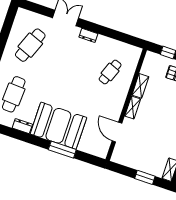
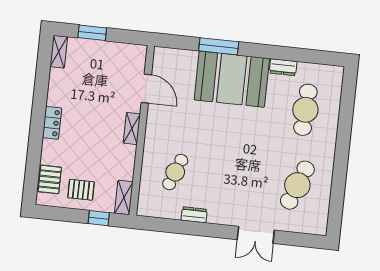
dresser: (88, 35) -> (194, 215), moved
shelving: (140, 86) -> (124, 197), moved

